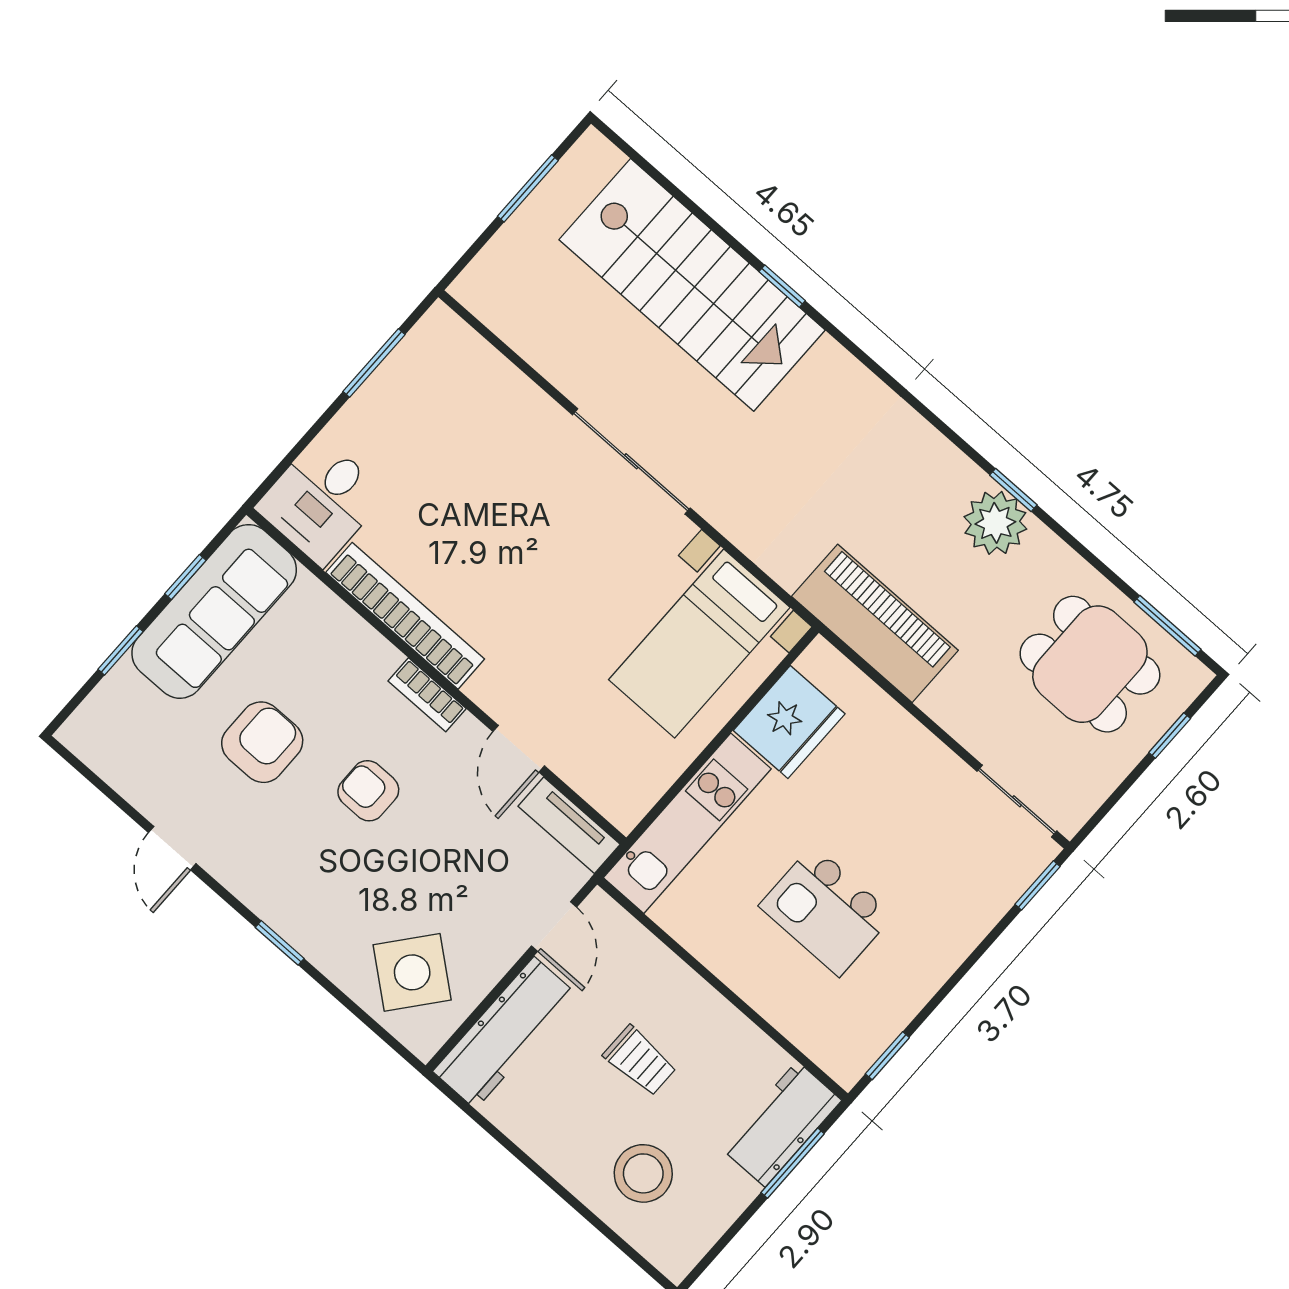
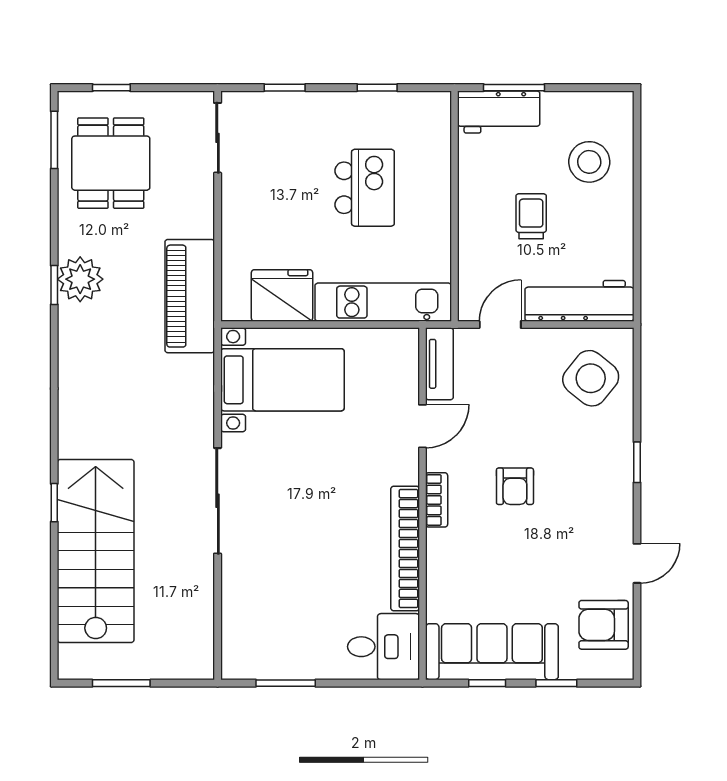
armchair: (262, 742) -> (604, 625), moved
window: (1037, 885) -> (285, 88), moved
window: (887, 1056) -> (377, 88), moved

